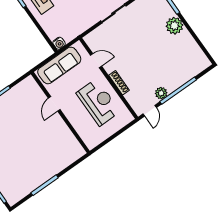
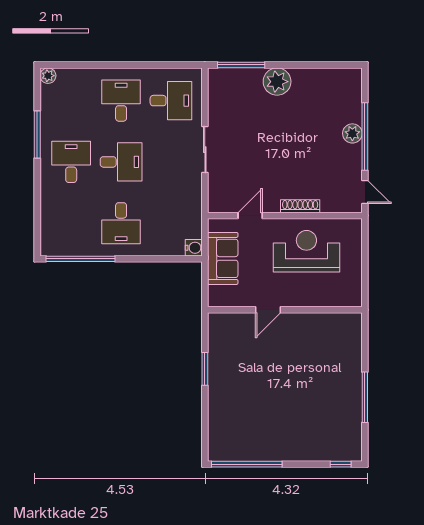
sofa: (59, 65) -> (223, 258), width x0.73
plant: (161, 93) -> (352, 133), moved
door: (54, 104) -> (268, 310), hinge flipped

